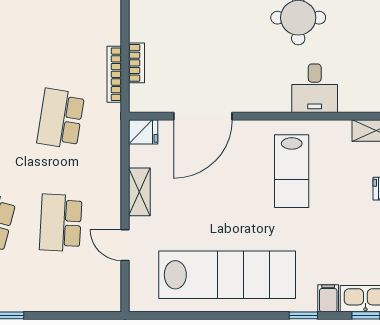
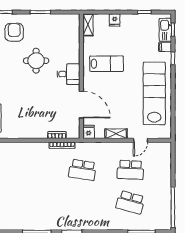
desk: (315, 88) -> (69, 74), moved

